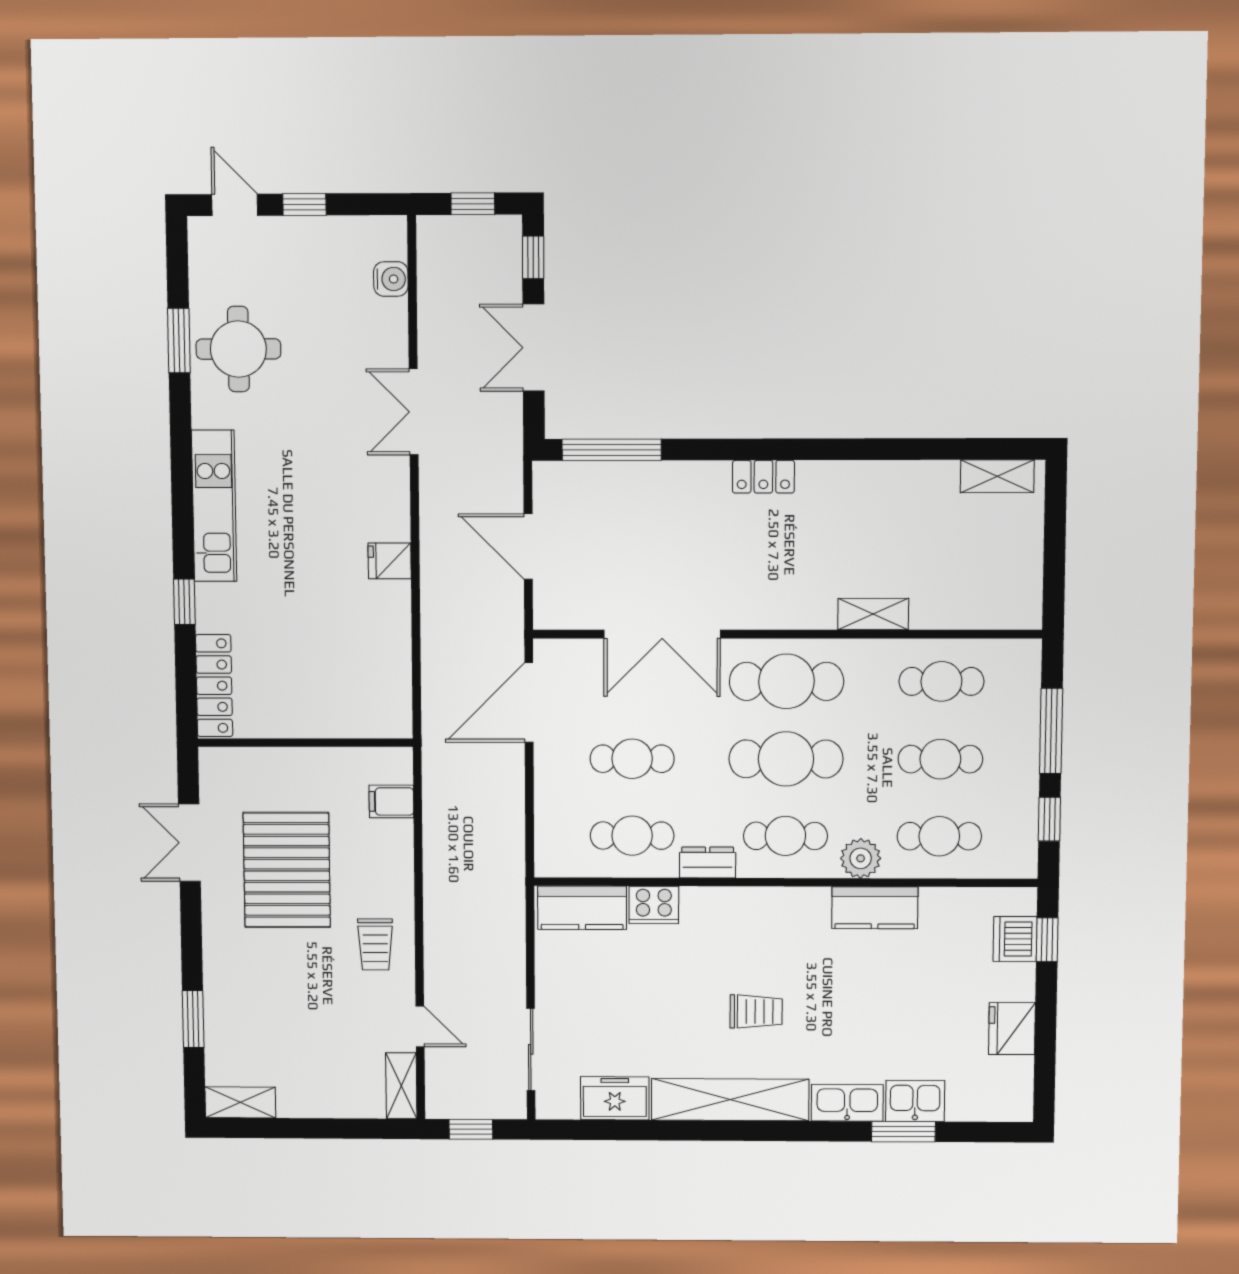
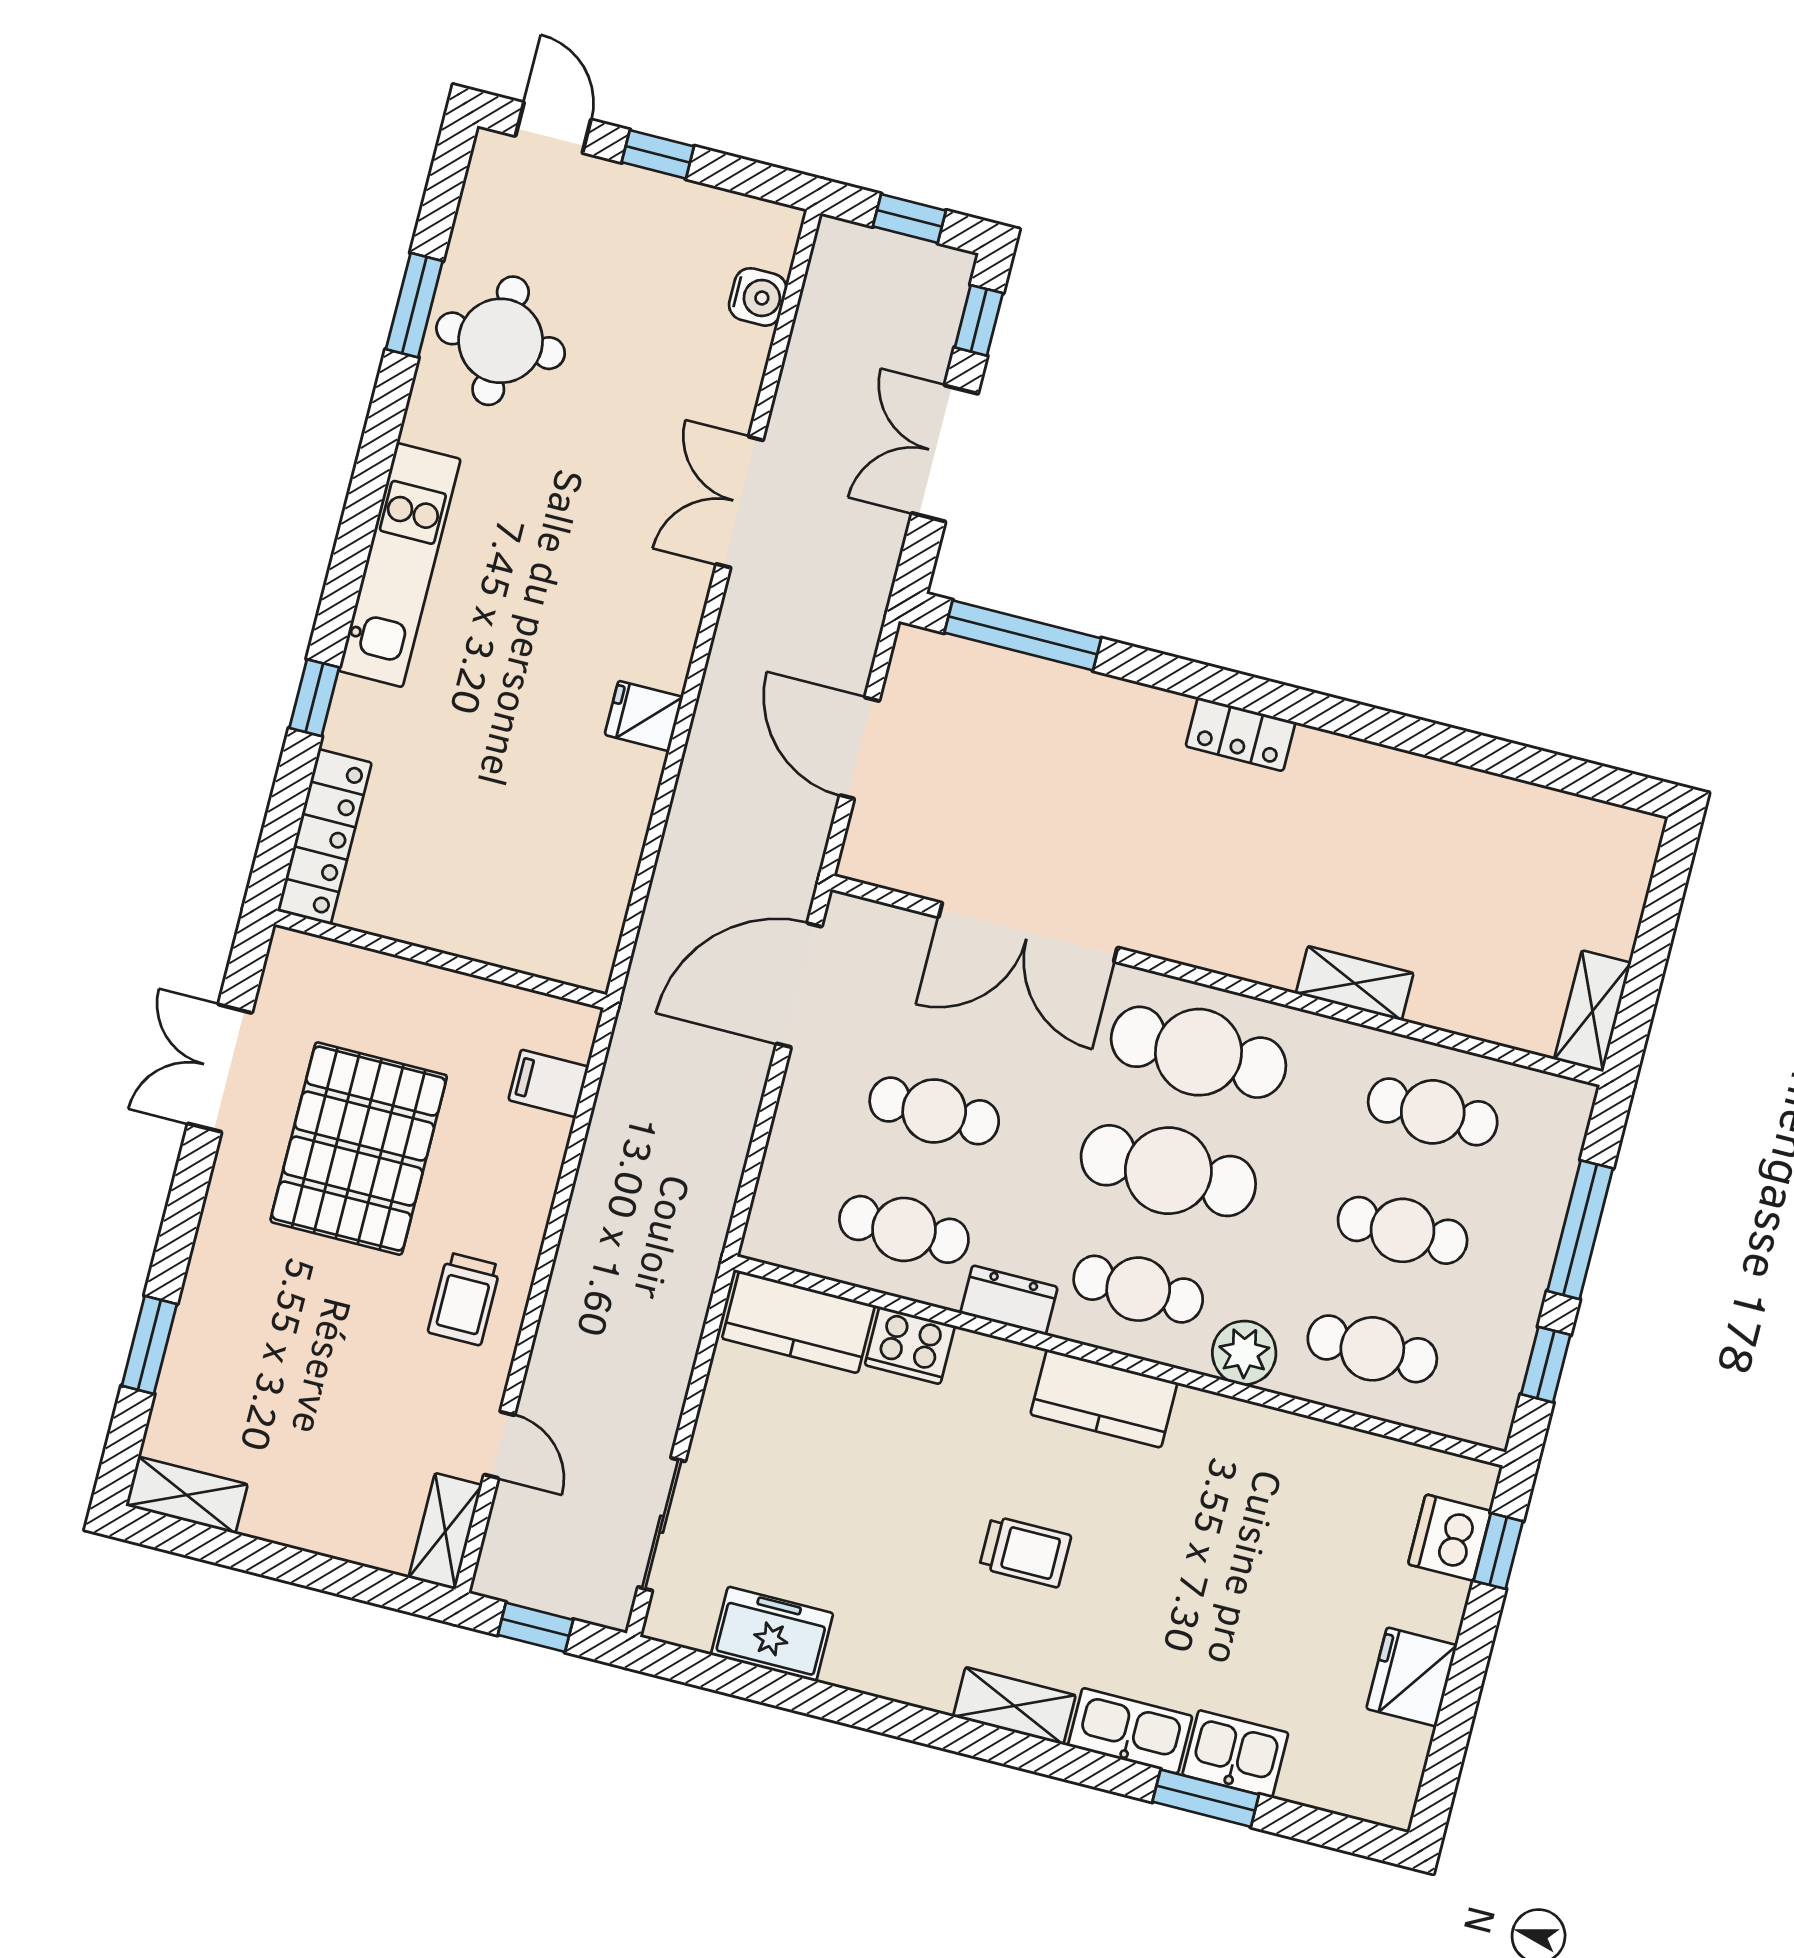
shelving: (997, 476) -> (1593, 1011), moved, turned 90
kitchen counter: (875, 908) -> (1104, 1398), moved
shelving: (730, 1100) -> (1014, 1706), width x0.45, depth x0.75

